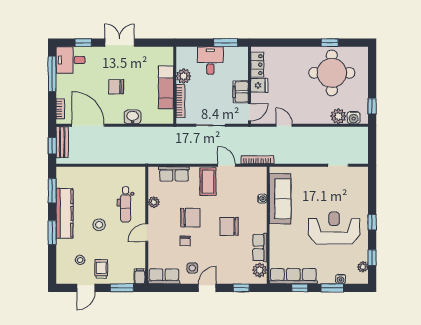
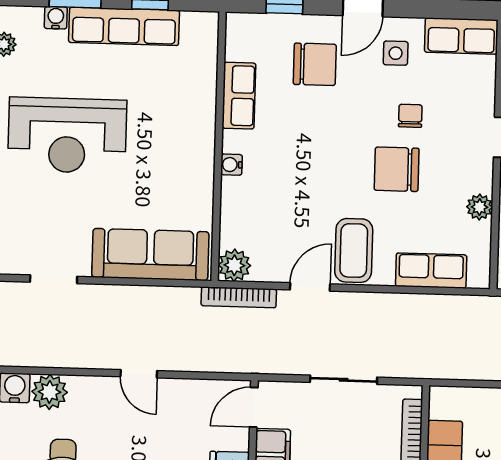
door: (284, 125) -> (139, 374), moved
door: (226, 165) -> (310, 287), swing flipped
water cooler: (262, 199) -> (231, 165), moved
sofa: (280, 199) -> (150, 254), moved, turned 90
chair: (229, 226) -> (315, 64), moved
plant: (260, 270) -> (234, 265), moved
row of seats: (293, 276) -> (124, 26), moved

